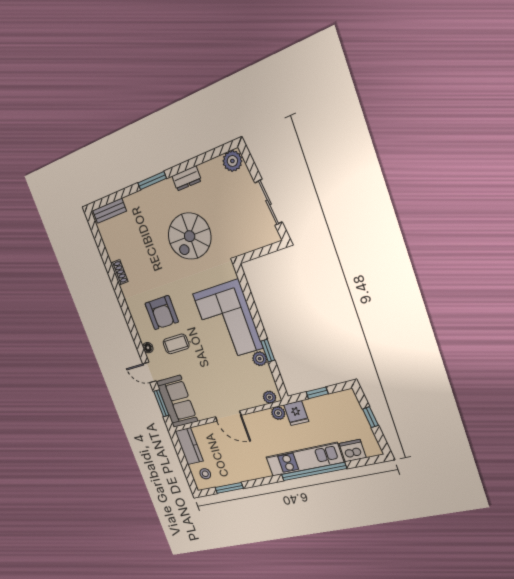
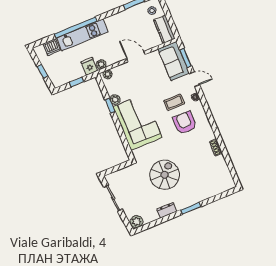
bench: (109, 211) -> (222, 188), removed

